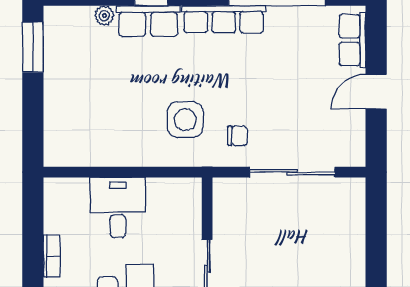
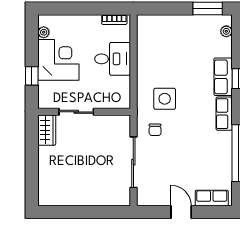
plant: (104, 16) -> (226, 31), moved
row of seats: (224, 19) -> (224, 114), width x0.68
bookcase: (52, 256) -> (114, 20), moved

